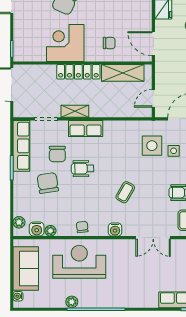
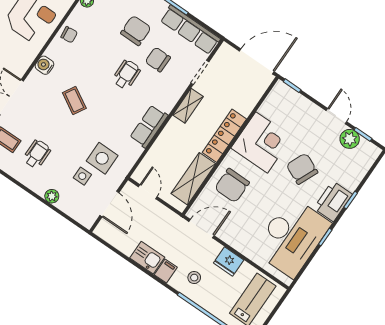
chair: (109, 43) -> (232, 185), width x1.87, depth x1.87
row of seats: (86, 128) -> (149, 126), moved
chair: (48, 183) -> (136, 30), turned -81

